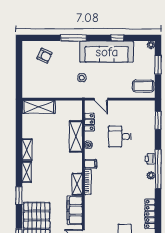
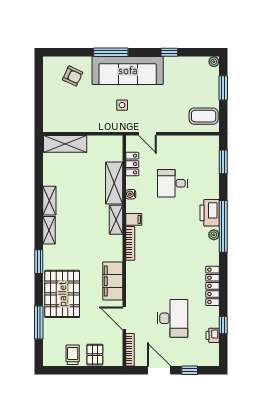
sofa: (107, 52) -> (128, 70), moved
printer: (150, 159) -> (210, 213), width x1.87, depth x1.48
shelving: (77, 184) -> (116, 220), moved

